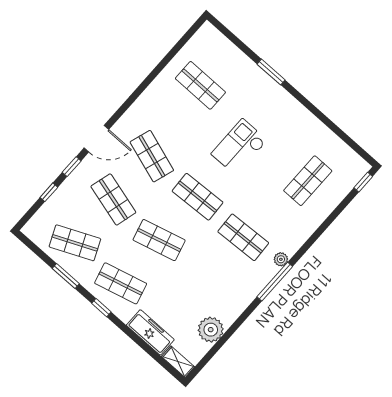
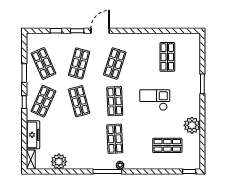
plant: (310, 129) -> (192, 125), added
door: (96, 139) -> (100, 31), swing flipped
shop shelf: (121, 283) -> (43, 101), turned 39

